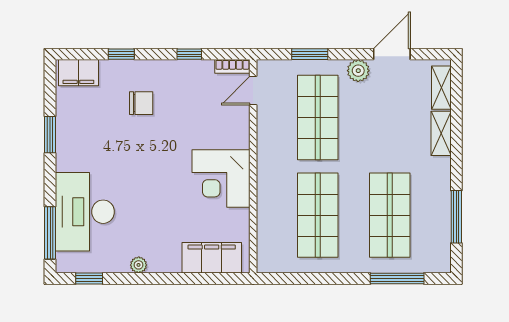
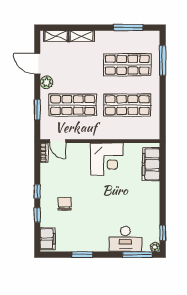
window: (189, 54) -> (37, 192), moved
desk: (85, 212) -> (125, 239), width x0.73, depth x0.77
plant: (139, 265) -> (155, 247), moved

